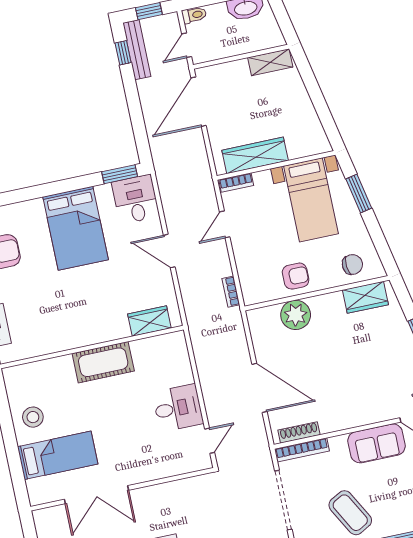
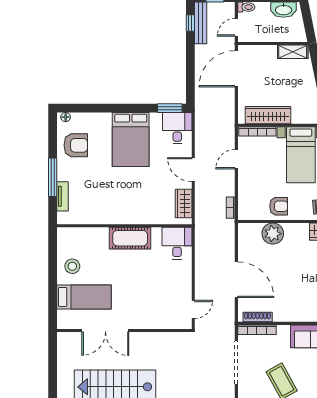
bookcase: (236, 183) -> (257, 131), width x1.56
wardrobe: (149, 321) -> (184, 204), moved, turned -90
desk: (178, 408) -> (177, 243), moved, turned -90

